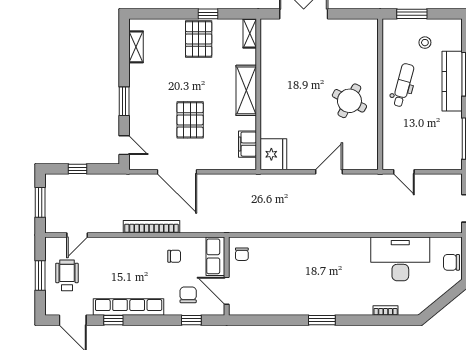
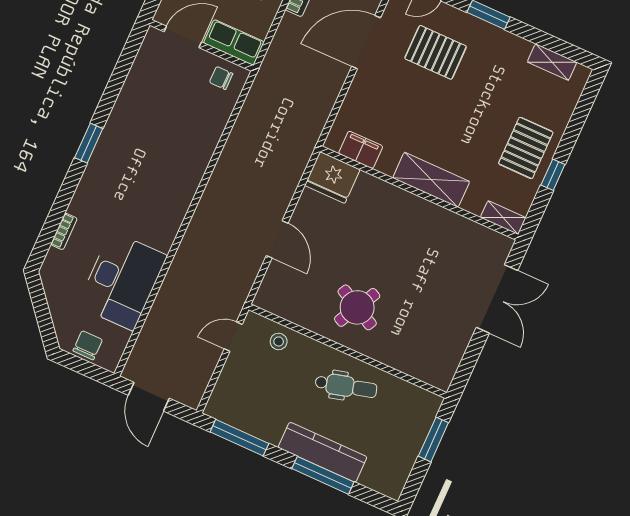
pallet: (199, 39) -> (526, 148), turned 90
stool: (425, 43) -> (279, 341), moved
dental chair: (403, 85) -> (346, 386), turned -30
pallet: (190, 120) -> (436, 52), moved

